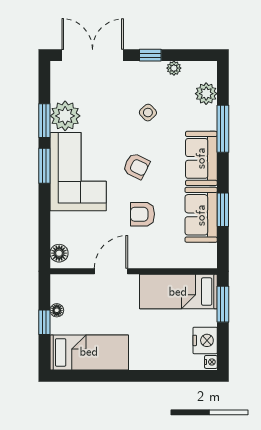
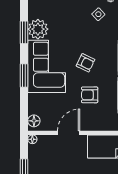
side table: (148, 113) -> (98, 14), moved
window: (44, 166) -> (24, 75), moved
floor lamp: (57, 310) -> (32, 139), moved

